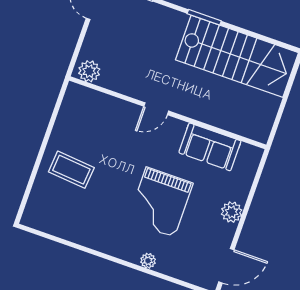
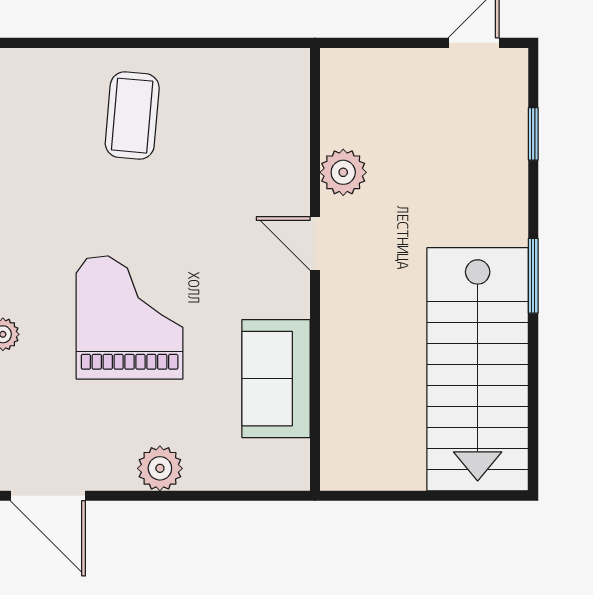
plant: (89, 71) -> (343, 172), moved
grand piano: (160, 202) -> (130, 317), turned 90

